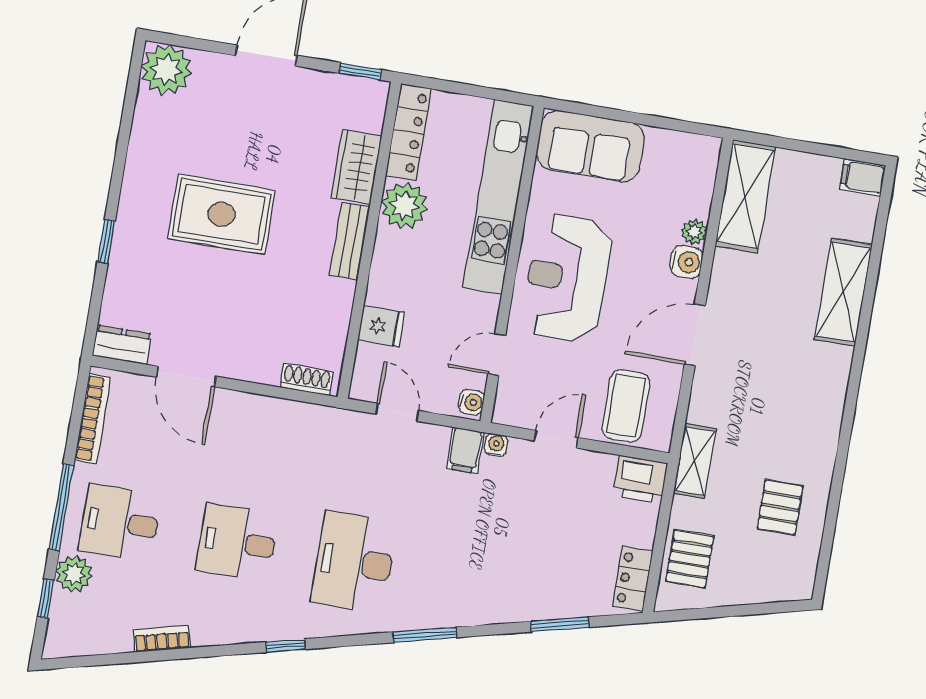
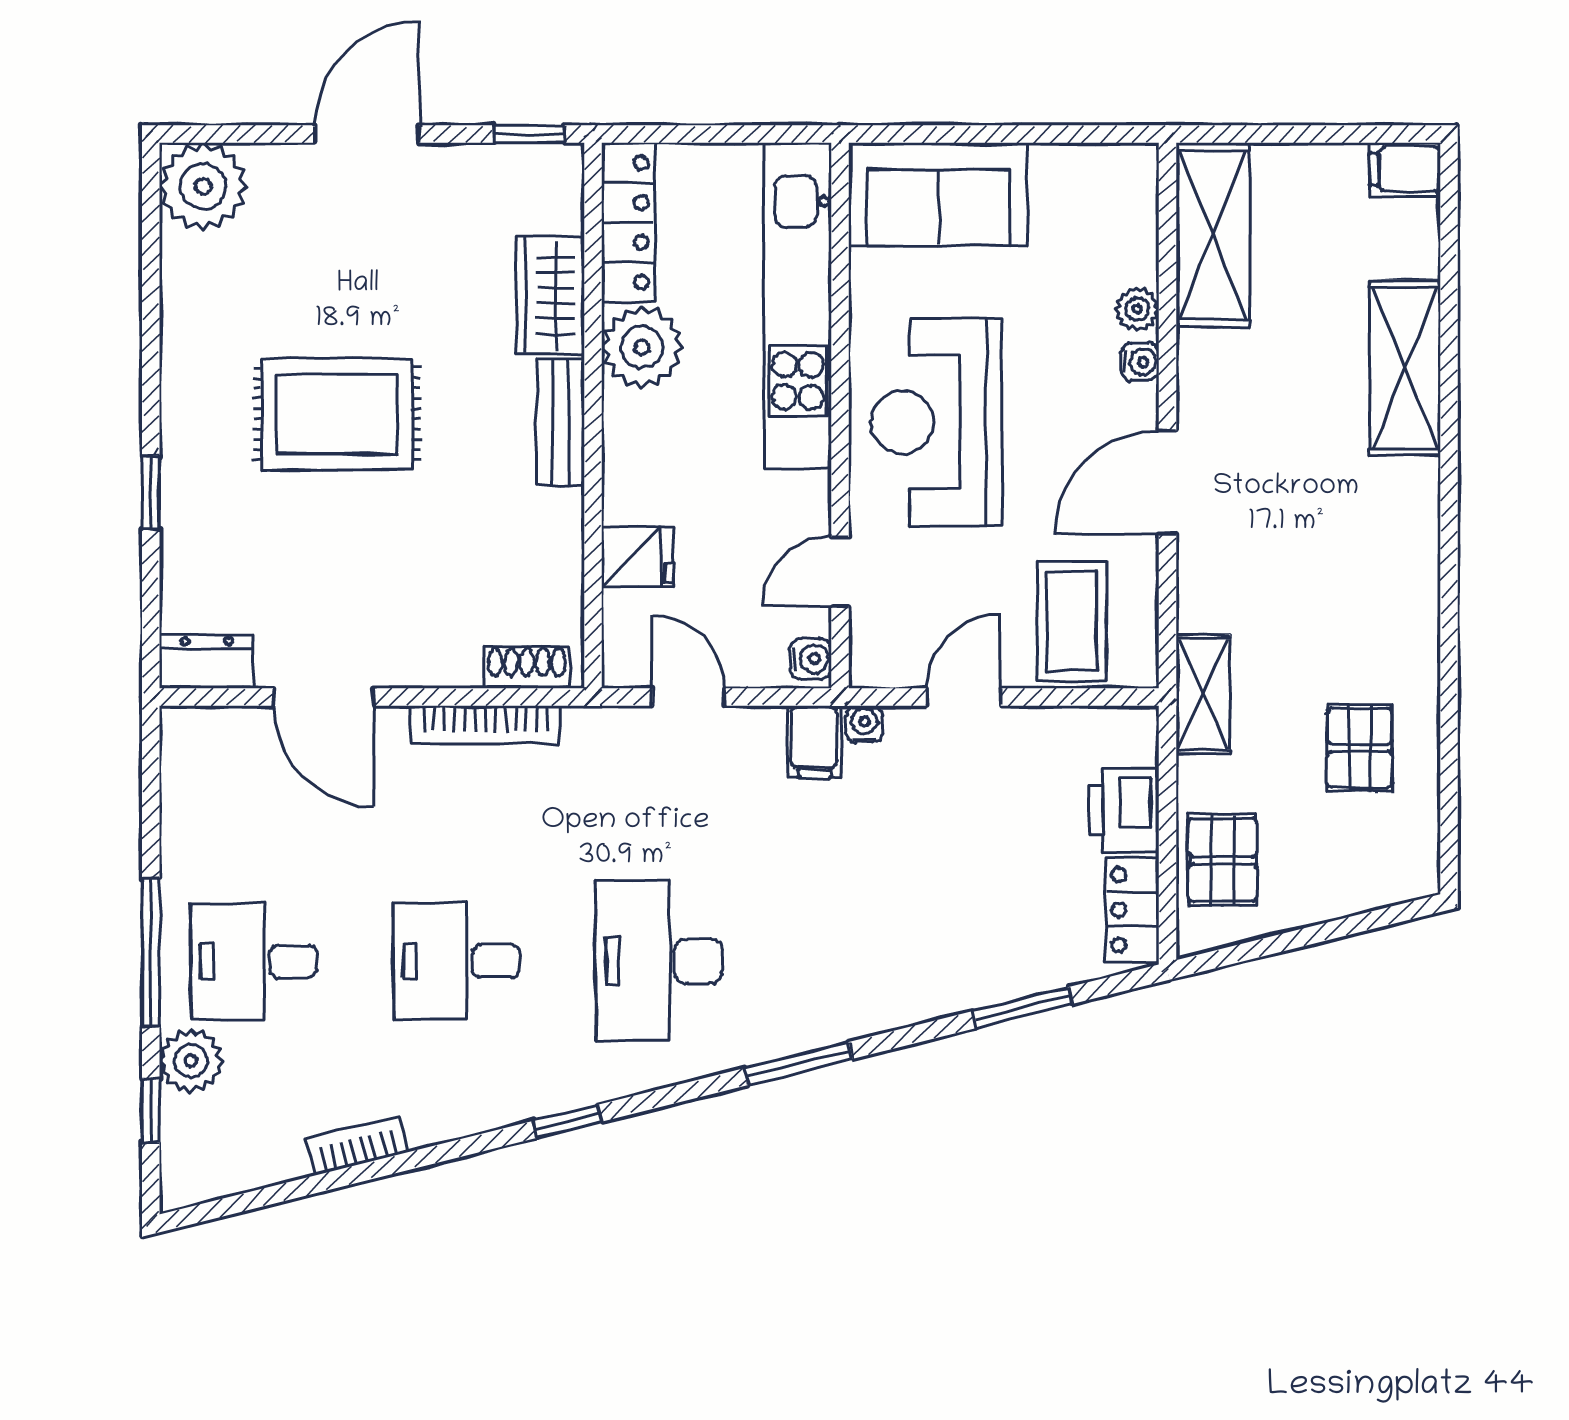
water cooler: (686, 262) -> (1140, 362), width x0.72, depth x0.72
bookcase: (93, 419) -> (485, 725), moved, turned 90
printer: (640, 479) -> (1124, 810), moved, turned 90

